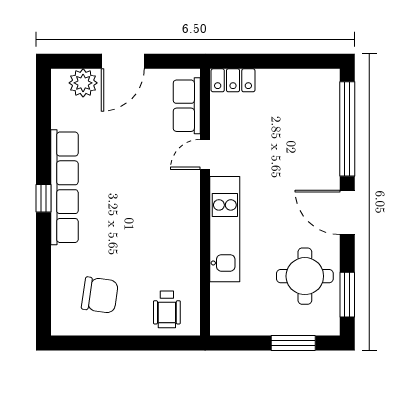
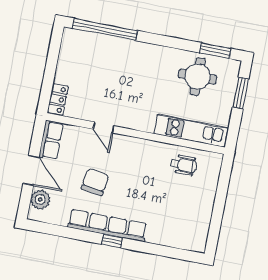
row of seats: (187, 106) -> (51, 140), moved, turned -90
door: (347, 212) -> (160, 40), removed
kitchen unit: (225, 229) -> (191, 131), moved
chair: (100, 295) -> (95, 182), moved
wheelchair: (167, 309) -> (183, 165), moved

